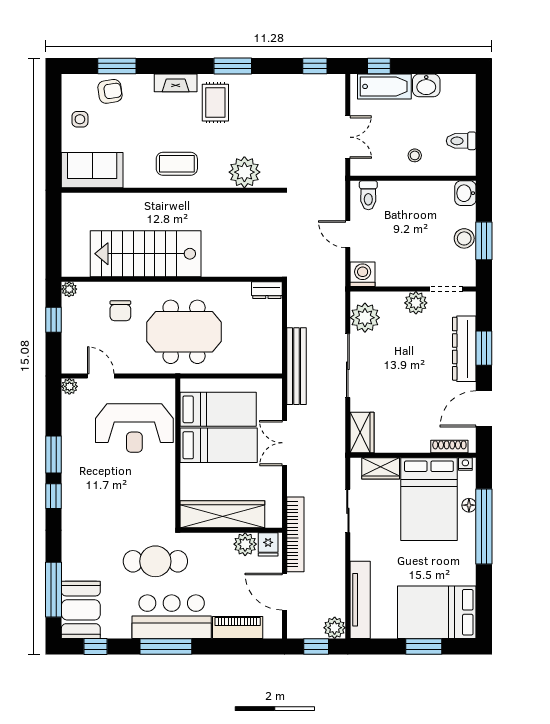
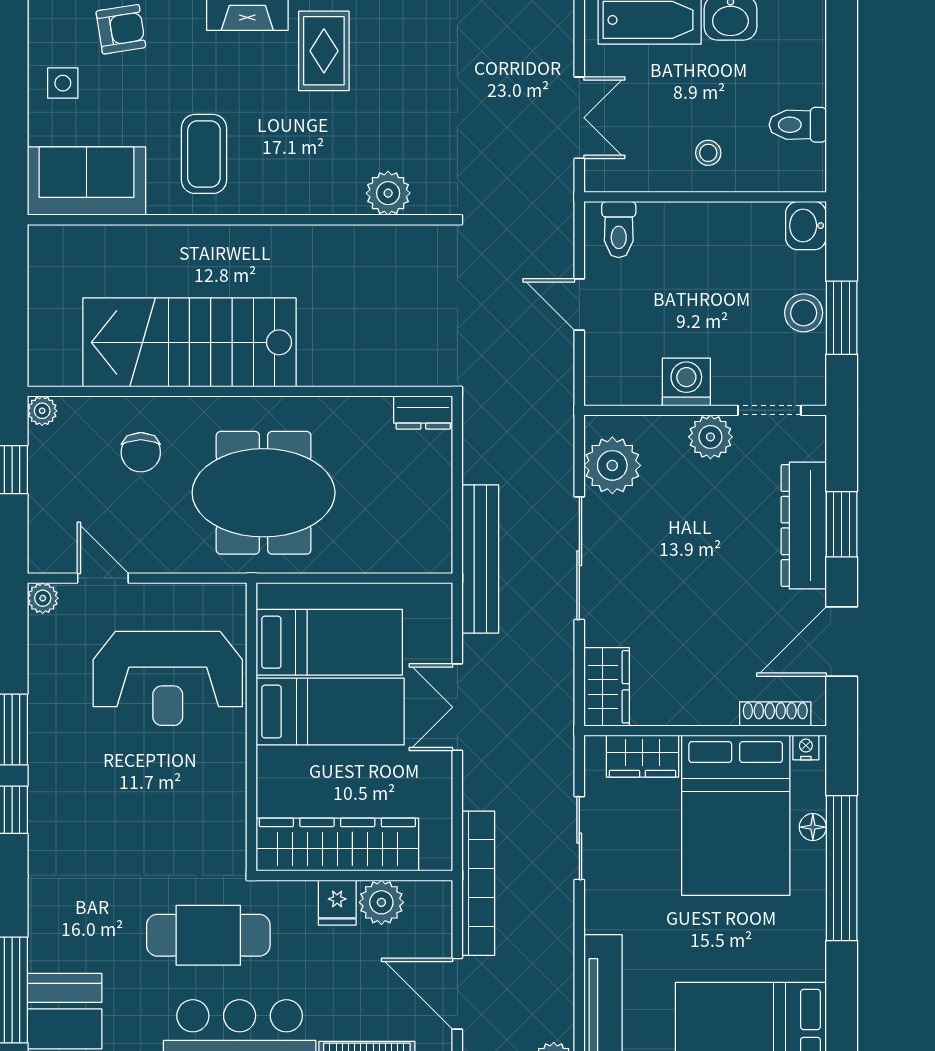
coffee table: (177, 164) -> (204, 154), moved, turned 90
plant: (244, 172) -> (388, 193), width x0.73, depth x0.73
washing machine: (363, 274) -> (686, 382), moved
fridge: (268, 544) -> (337, 903), moved

